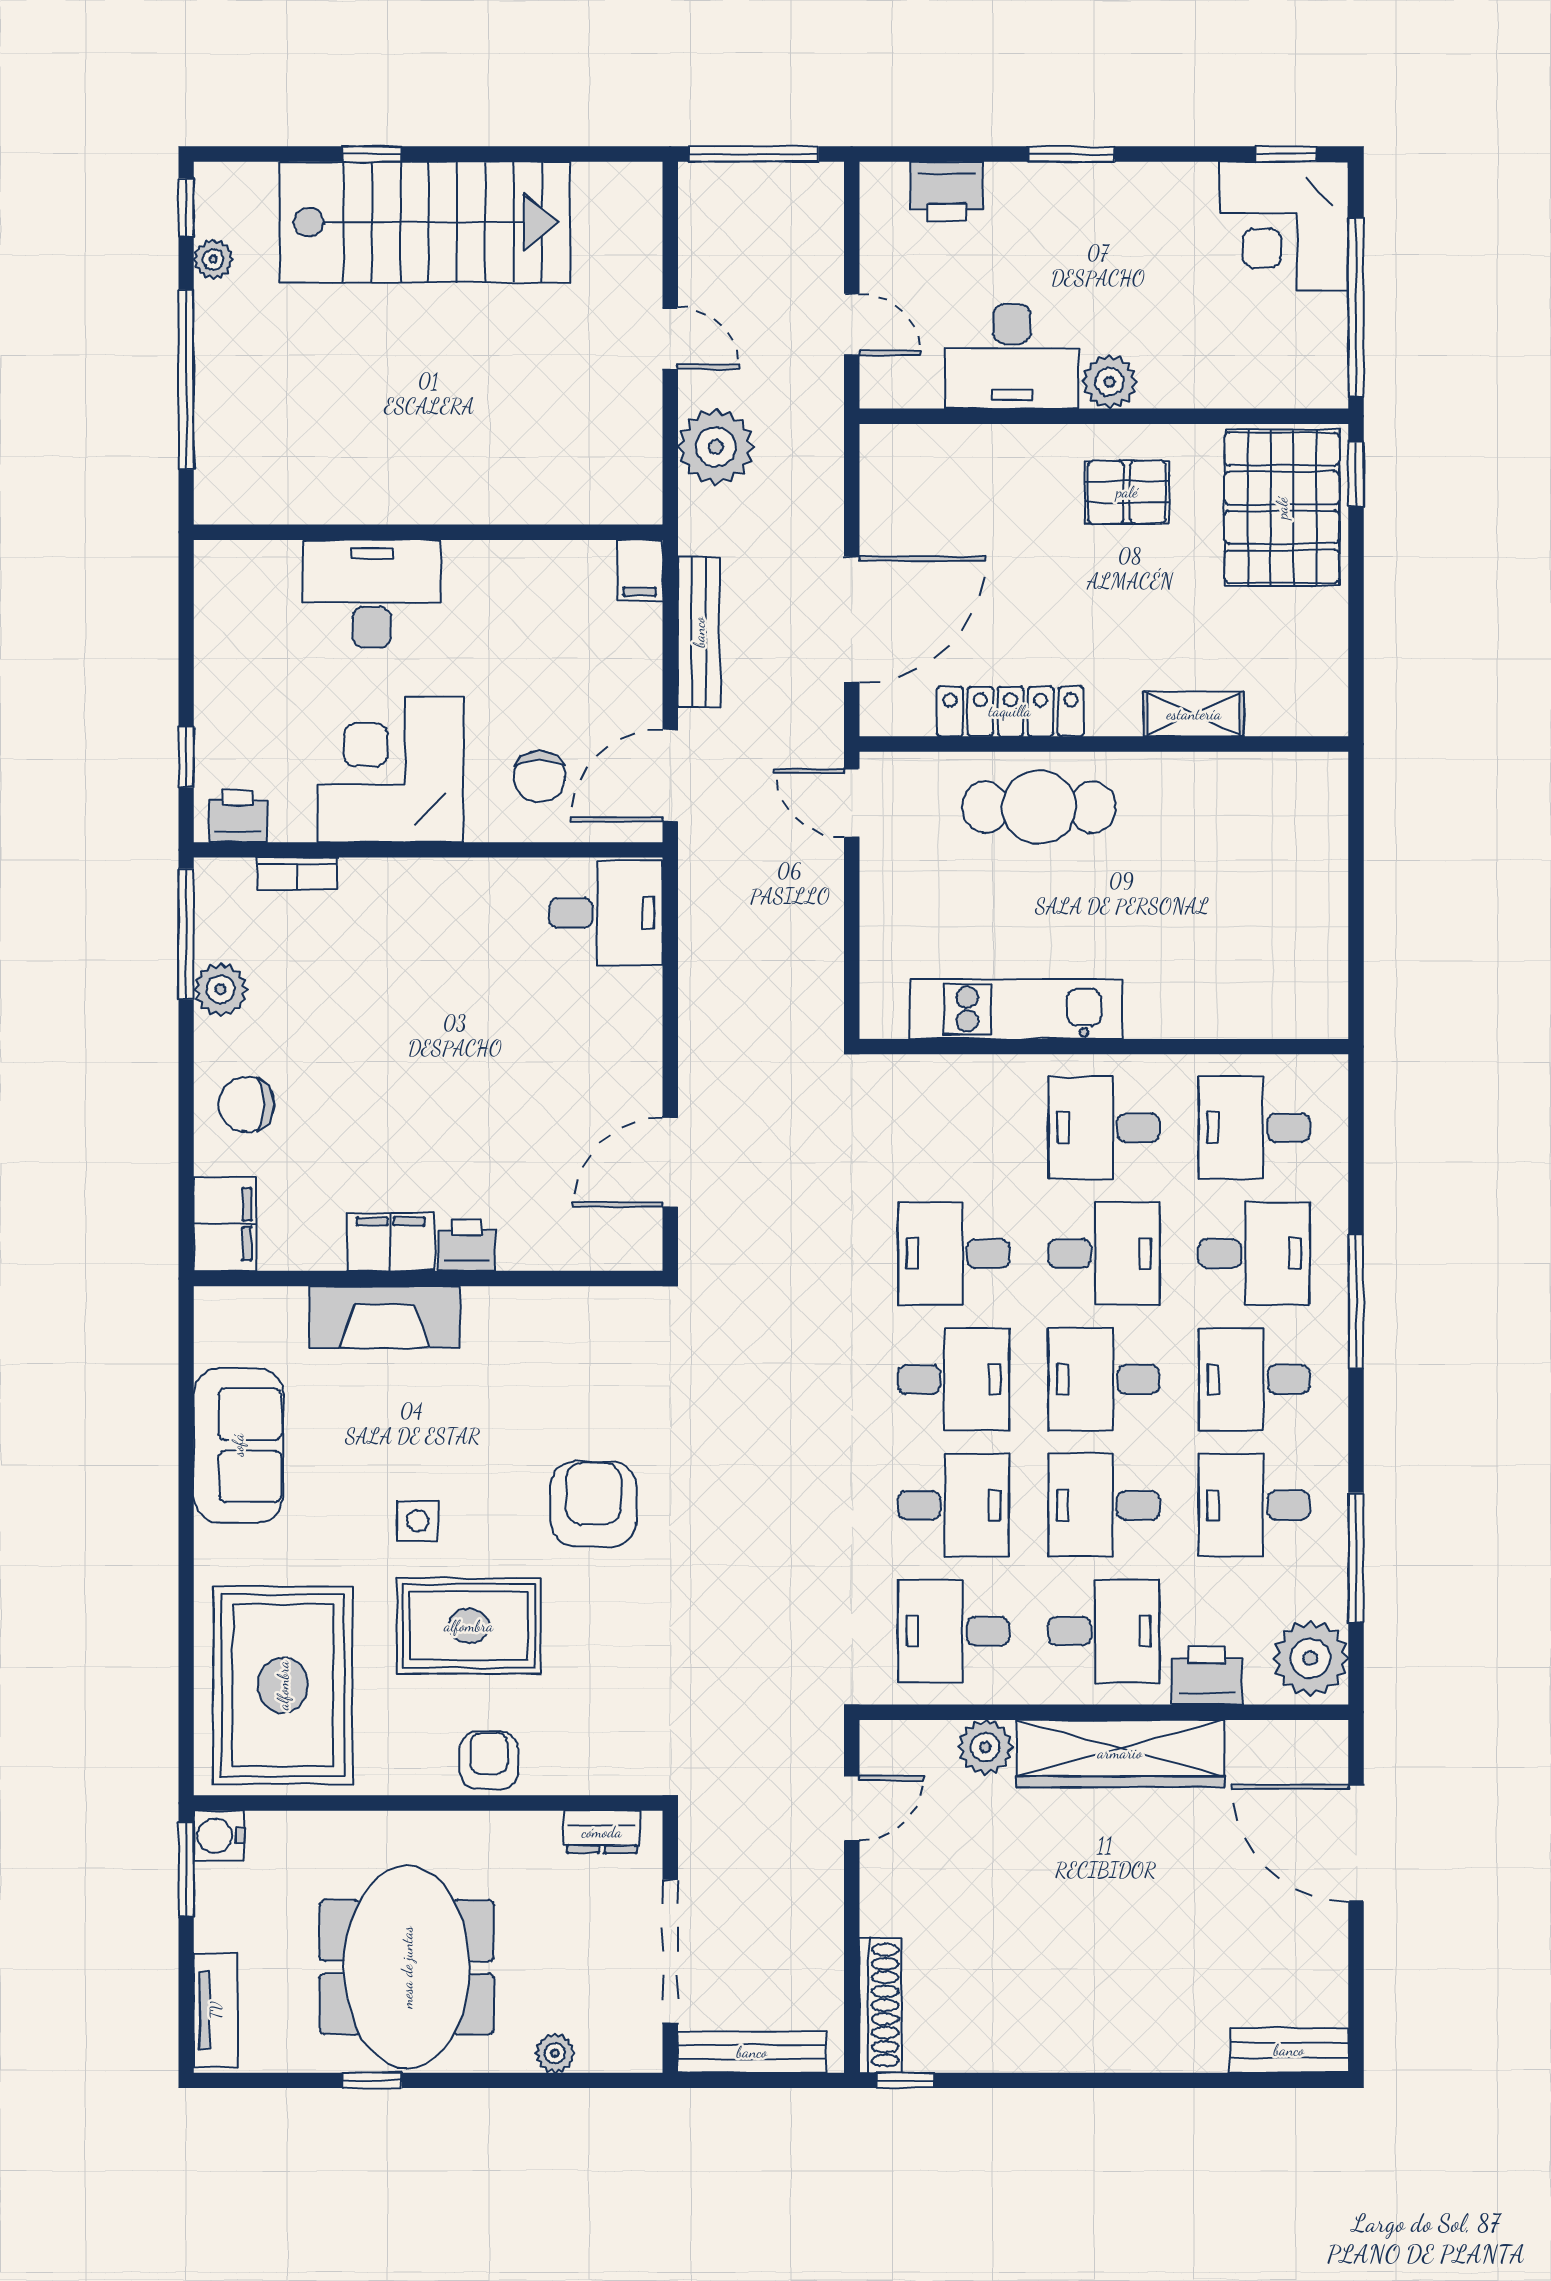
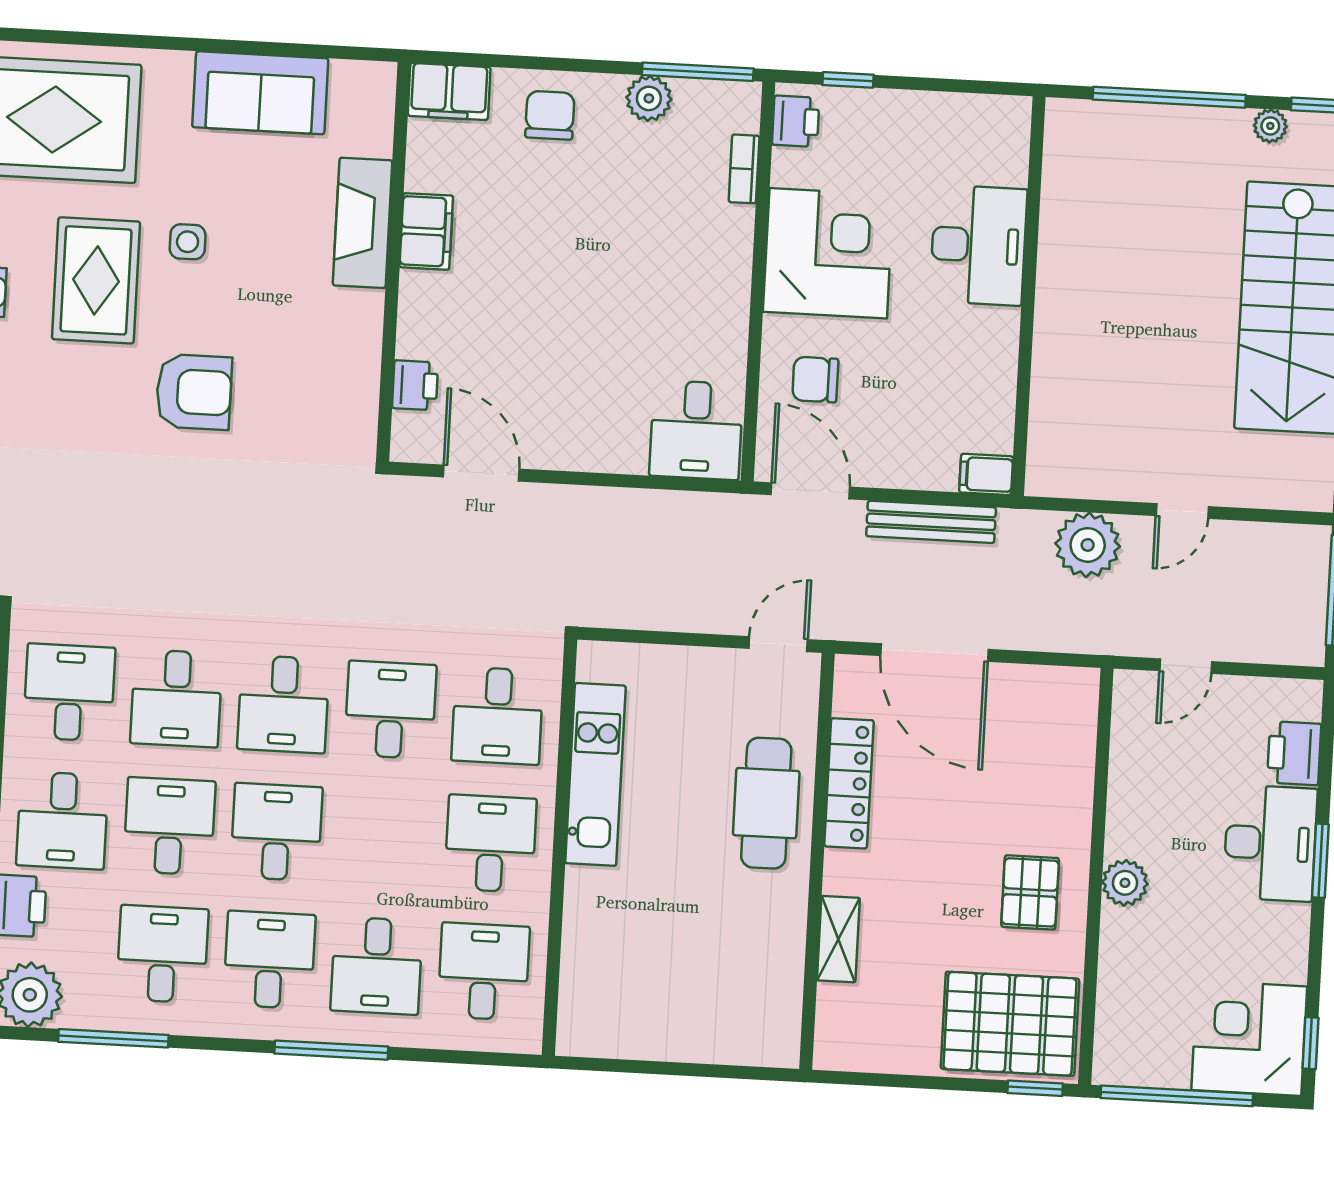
desk: (1012, 356) -> (1270, 843), moved, turned 180
printer: (467, 1245) -> (415, 385), moved
desk: (1104, 1254) -> (497, 716), moved

